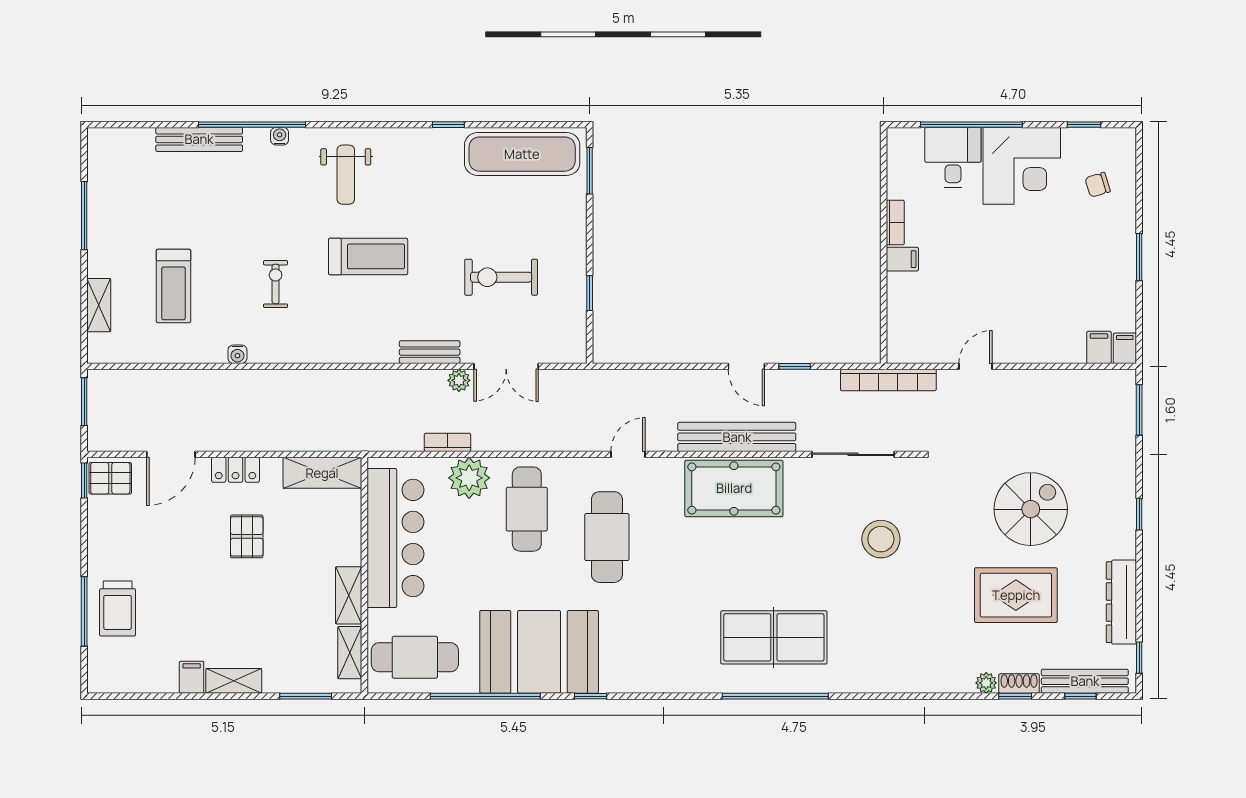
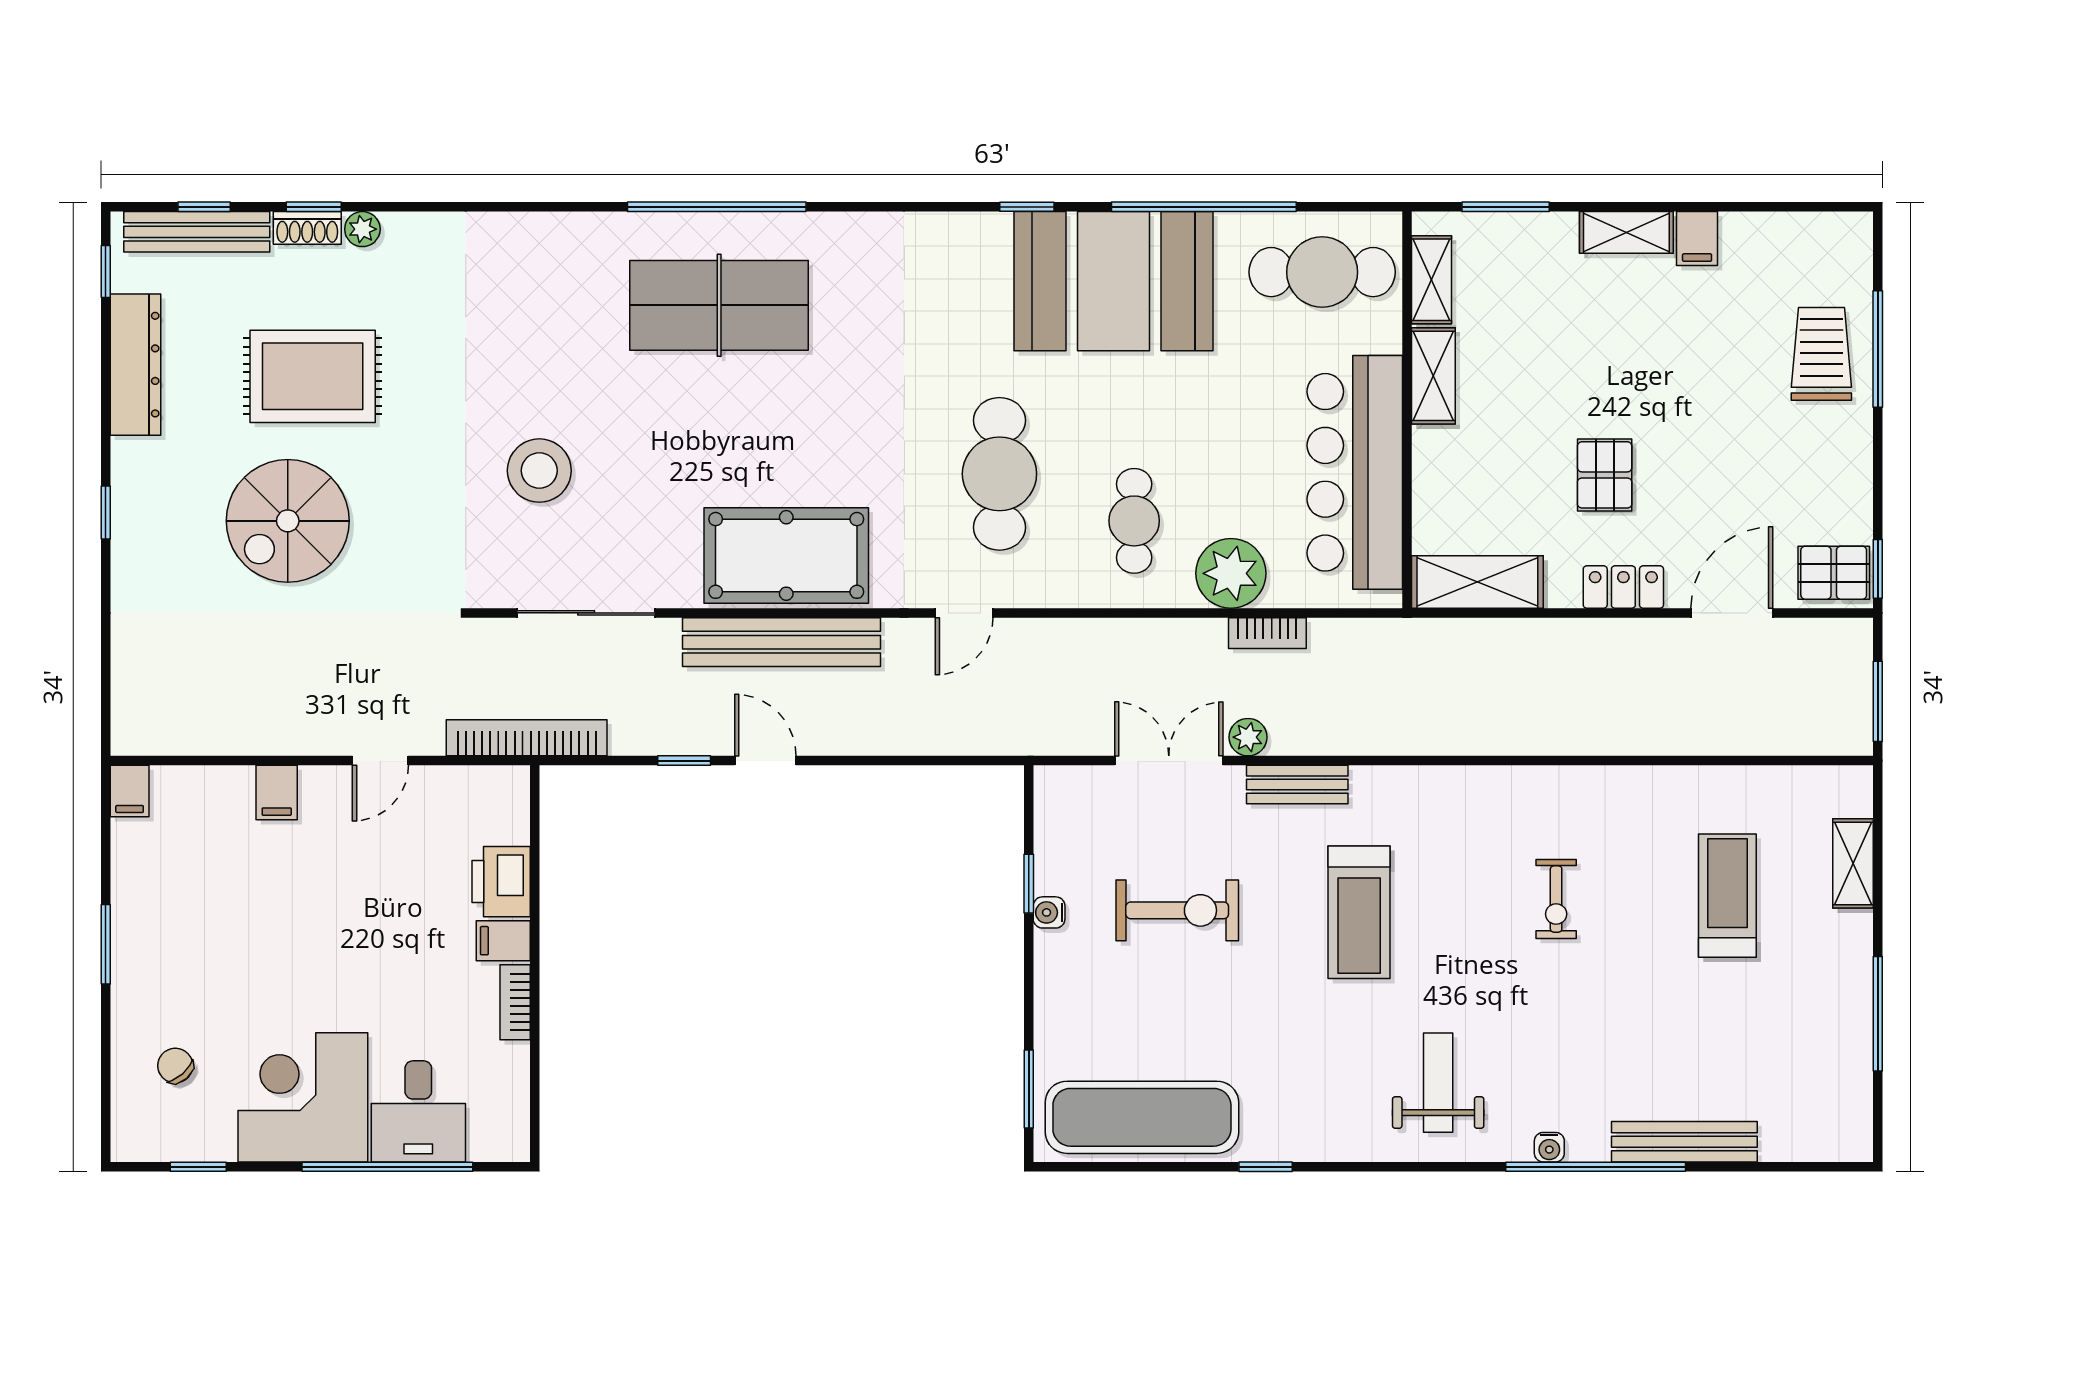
chair: (1098, 185) -> (175, 1066), turned -114
treadmill: (368, 256) -> (1359, 912), moved, turned -90
printer: (904, 294) -> (501, 882), added
filing cabinet: (1099, 347) -> (277, 792), moved
water cooler: (237, 354) -> (1049, 912), moved, turned -90
window: (1139, 410) -> (106, 688), removed
cafe table: (527, 509) -> (1134, 521), width x0.73, depth x0.74

